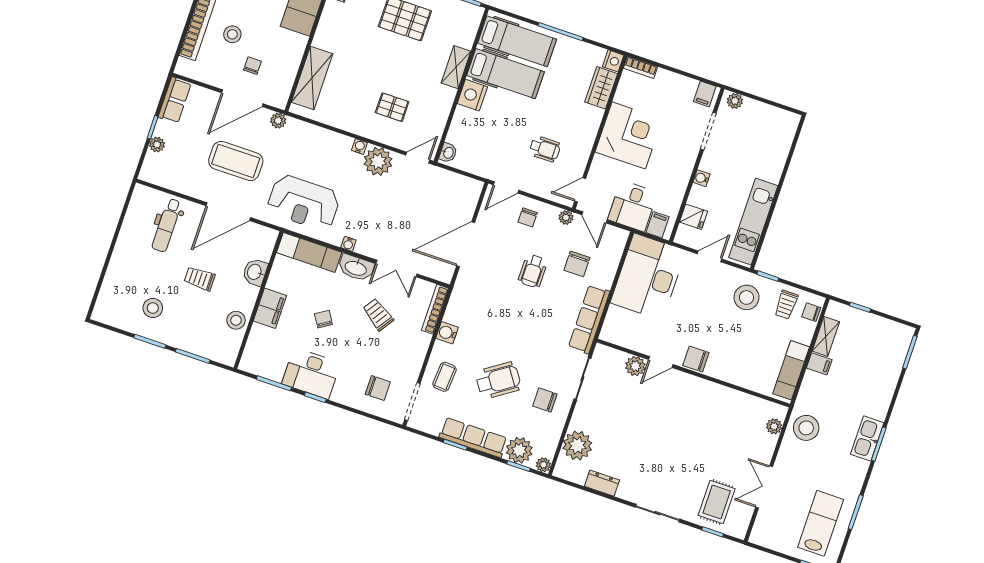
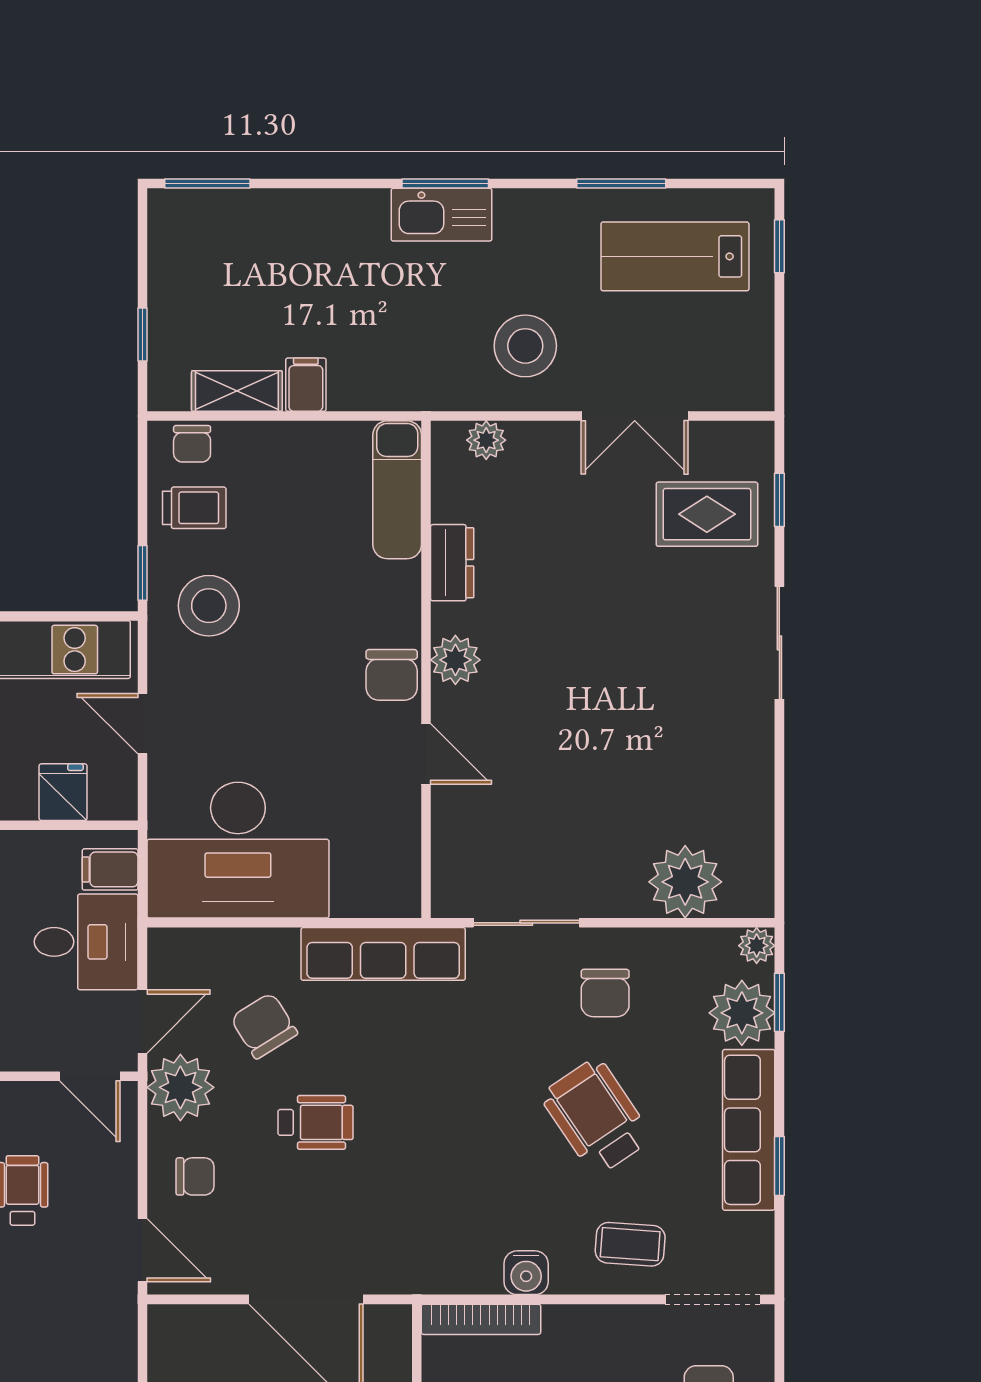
plant: (566, 217) -> (180, 1087), width x1.87, depth x1.87
chair: (577, 264) -> (264, 1026), turned -122
plant: (635, 366) -> (455, 660), moved
exam couch: (791, 370) -> (397, 490), moved, turned 90
stool: (806, 428) -> (525, 346), moved
dresser: (602, 483) -> (452, 563), moved, turned 180

